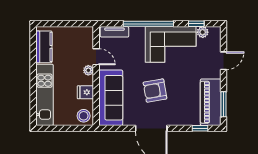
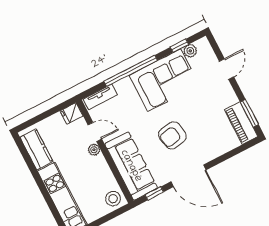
fridge: (85, 92) -> (71, 113), moved
piano: (211, 102) -> (241, 123), width x0.73, depth x0.75
window: (200, 128) -> (154, 193), moved

